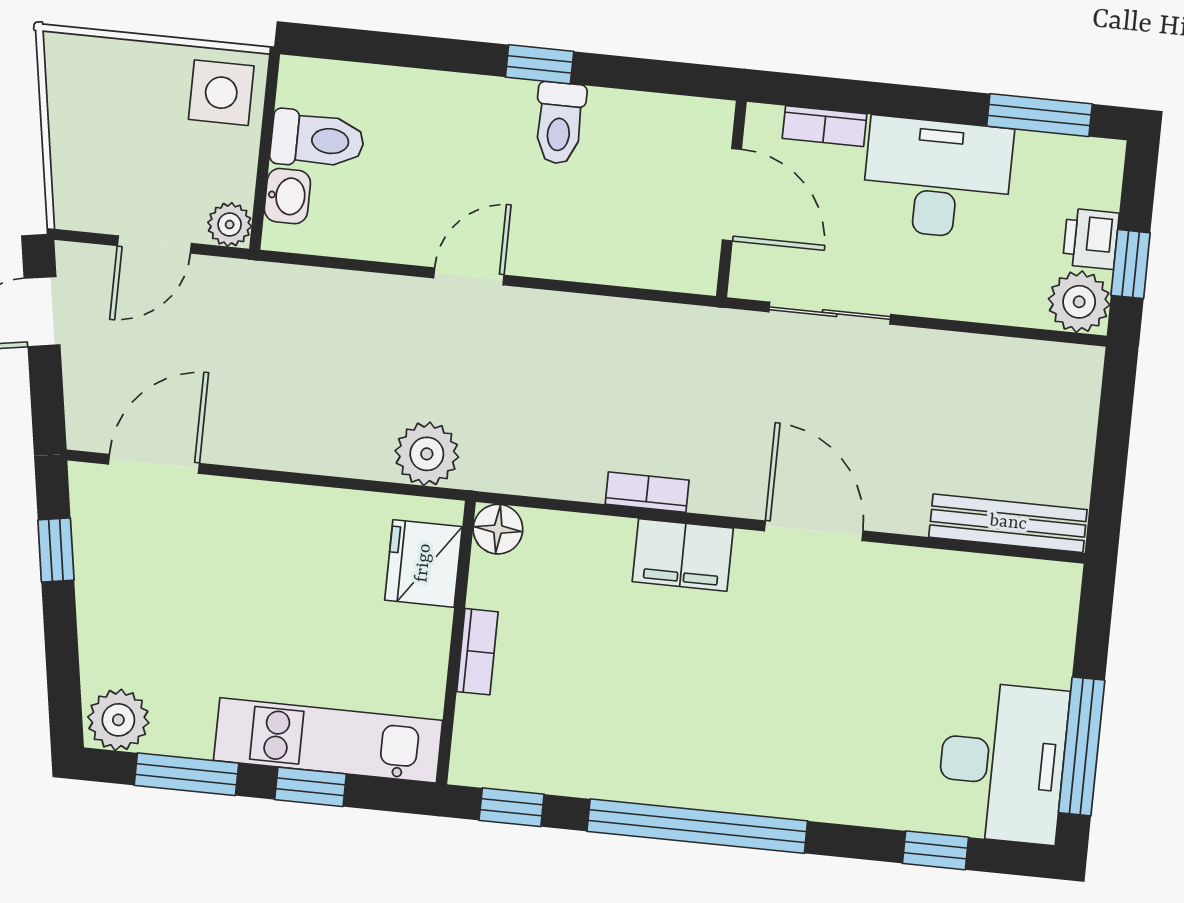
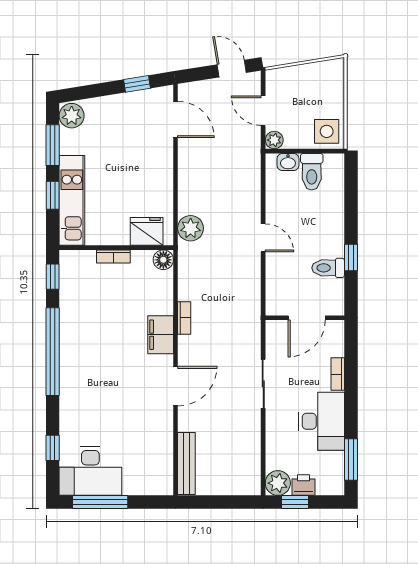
door: (732, 195) -> (307, 318), moved
wall: (731, 199) -> (305, 318), moved

